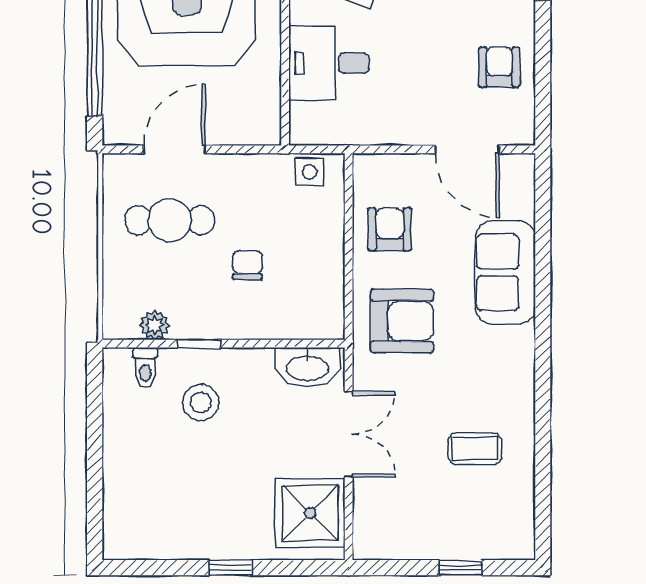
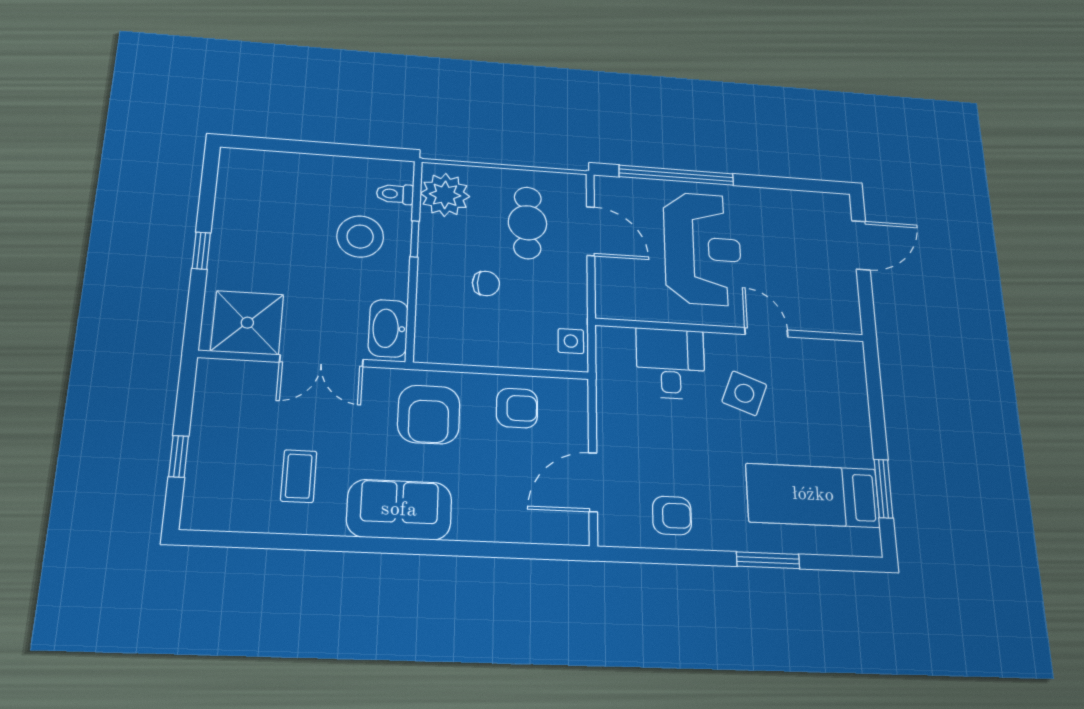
sofa: (505, 272) -> (399, 510), moved
plant: (155, 325) -> (445, 195), width x1.87, depth x1.87
stool: (201, 402) -> (360, 237), width x1.38, depth x1.38

